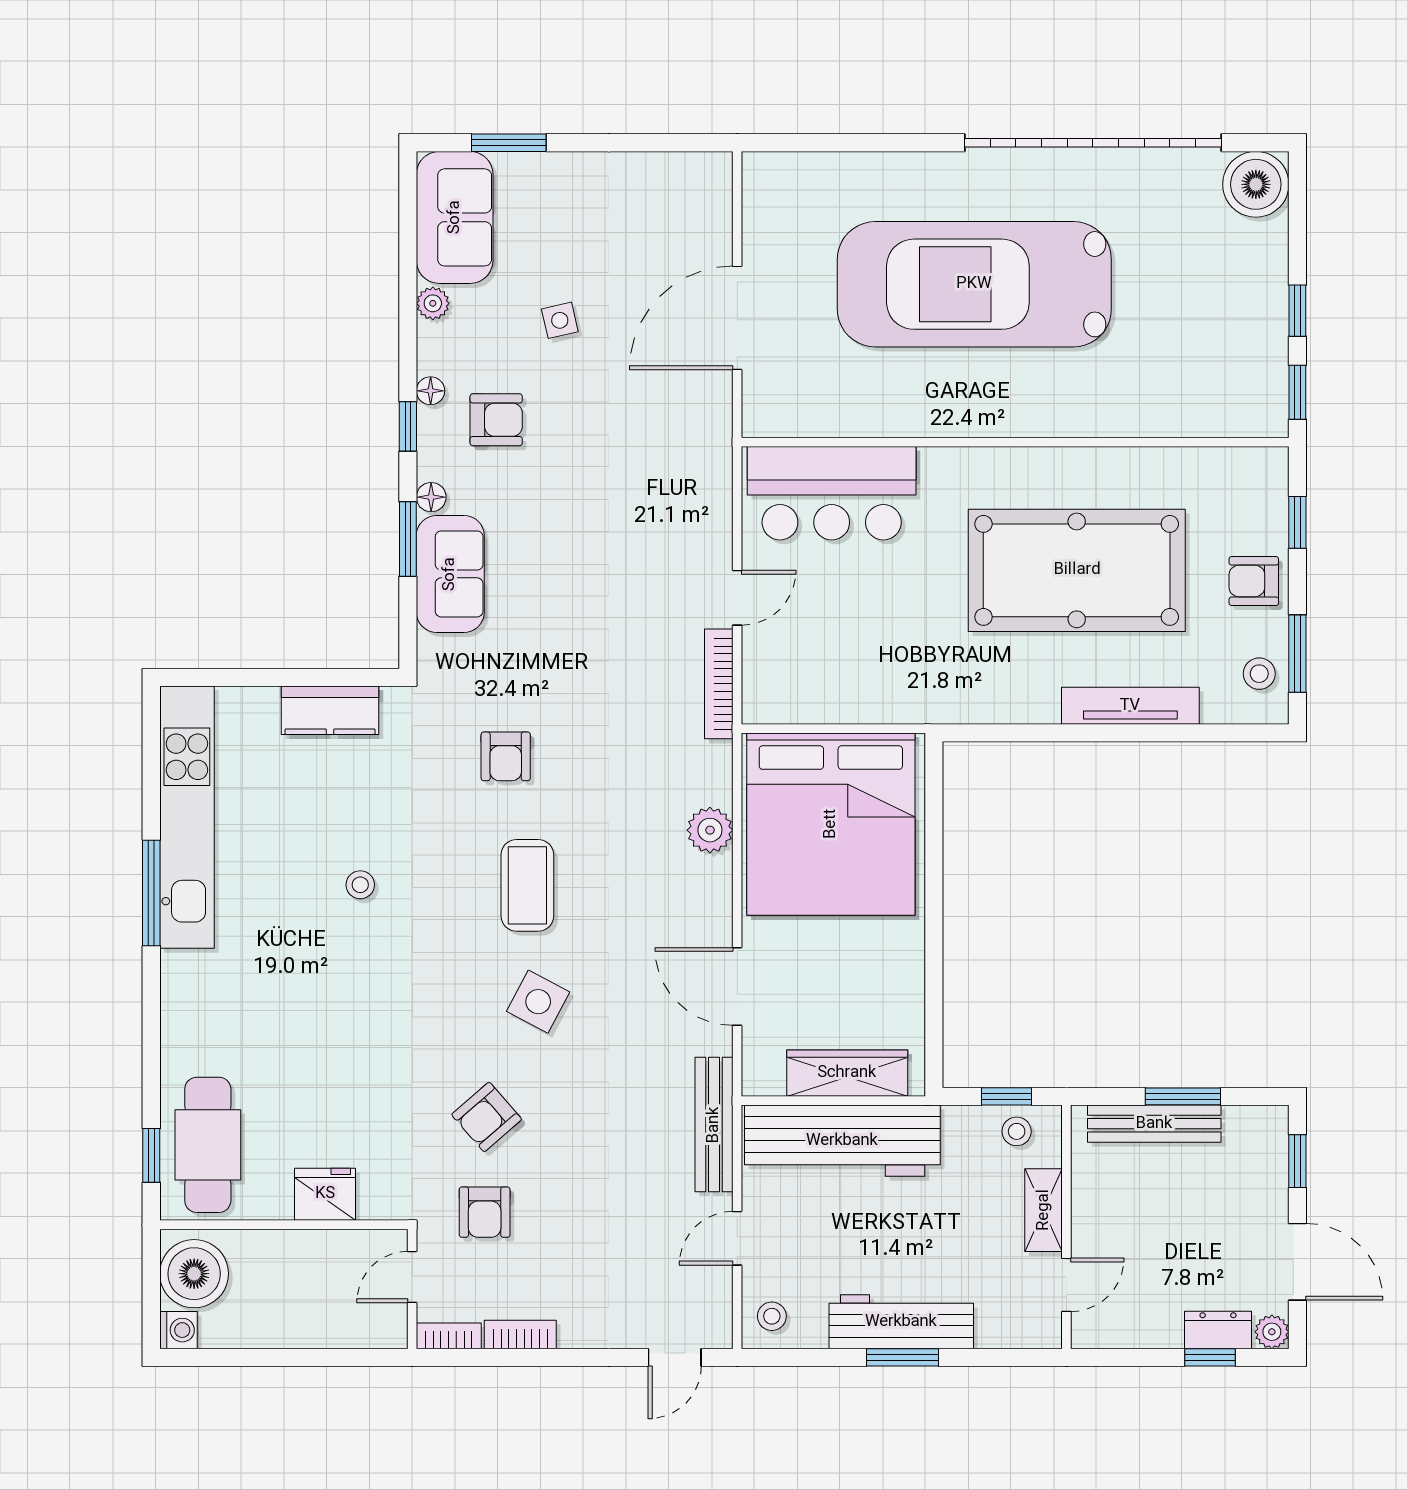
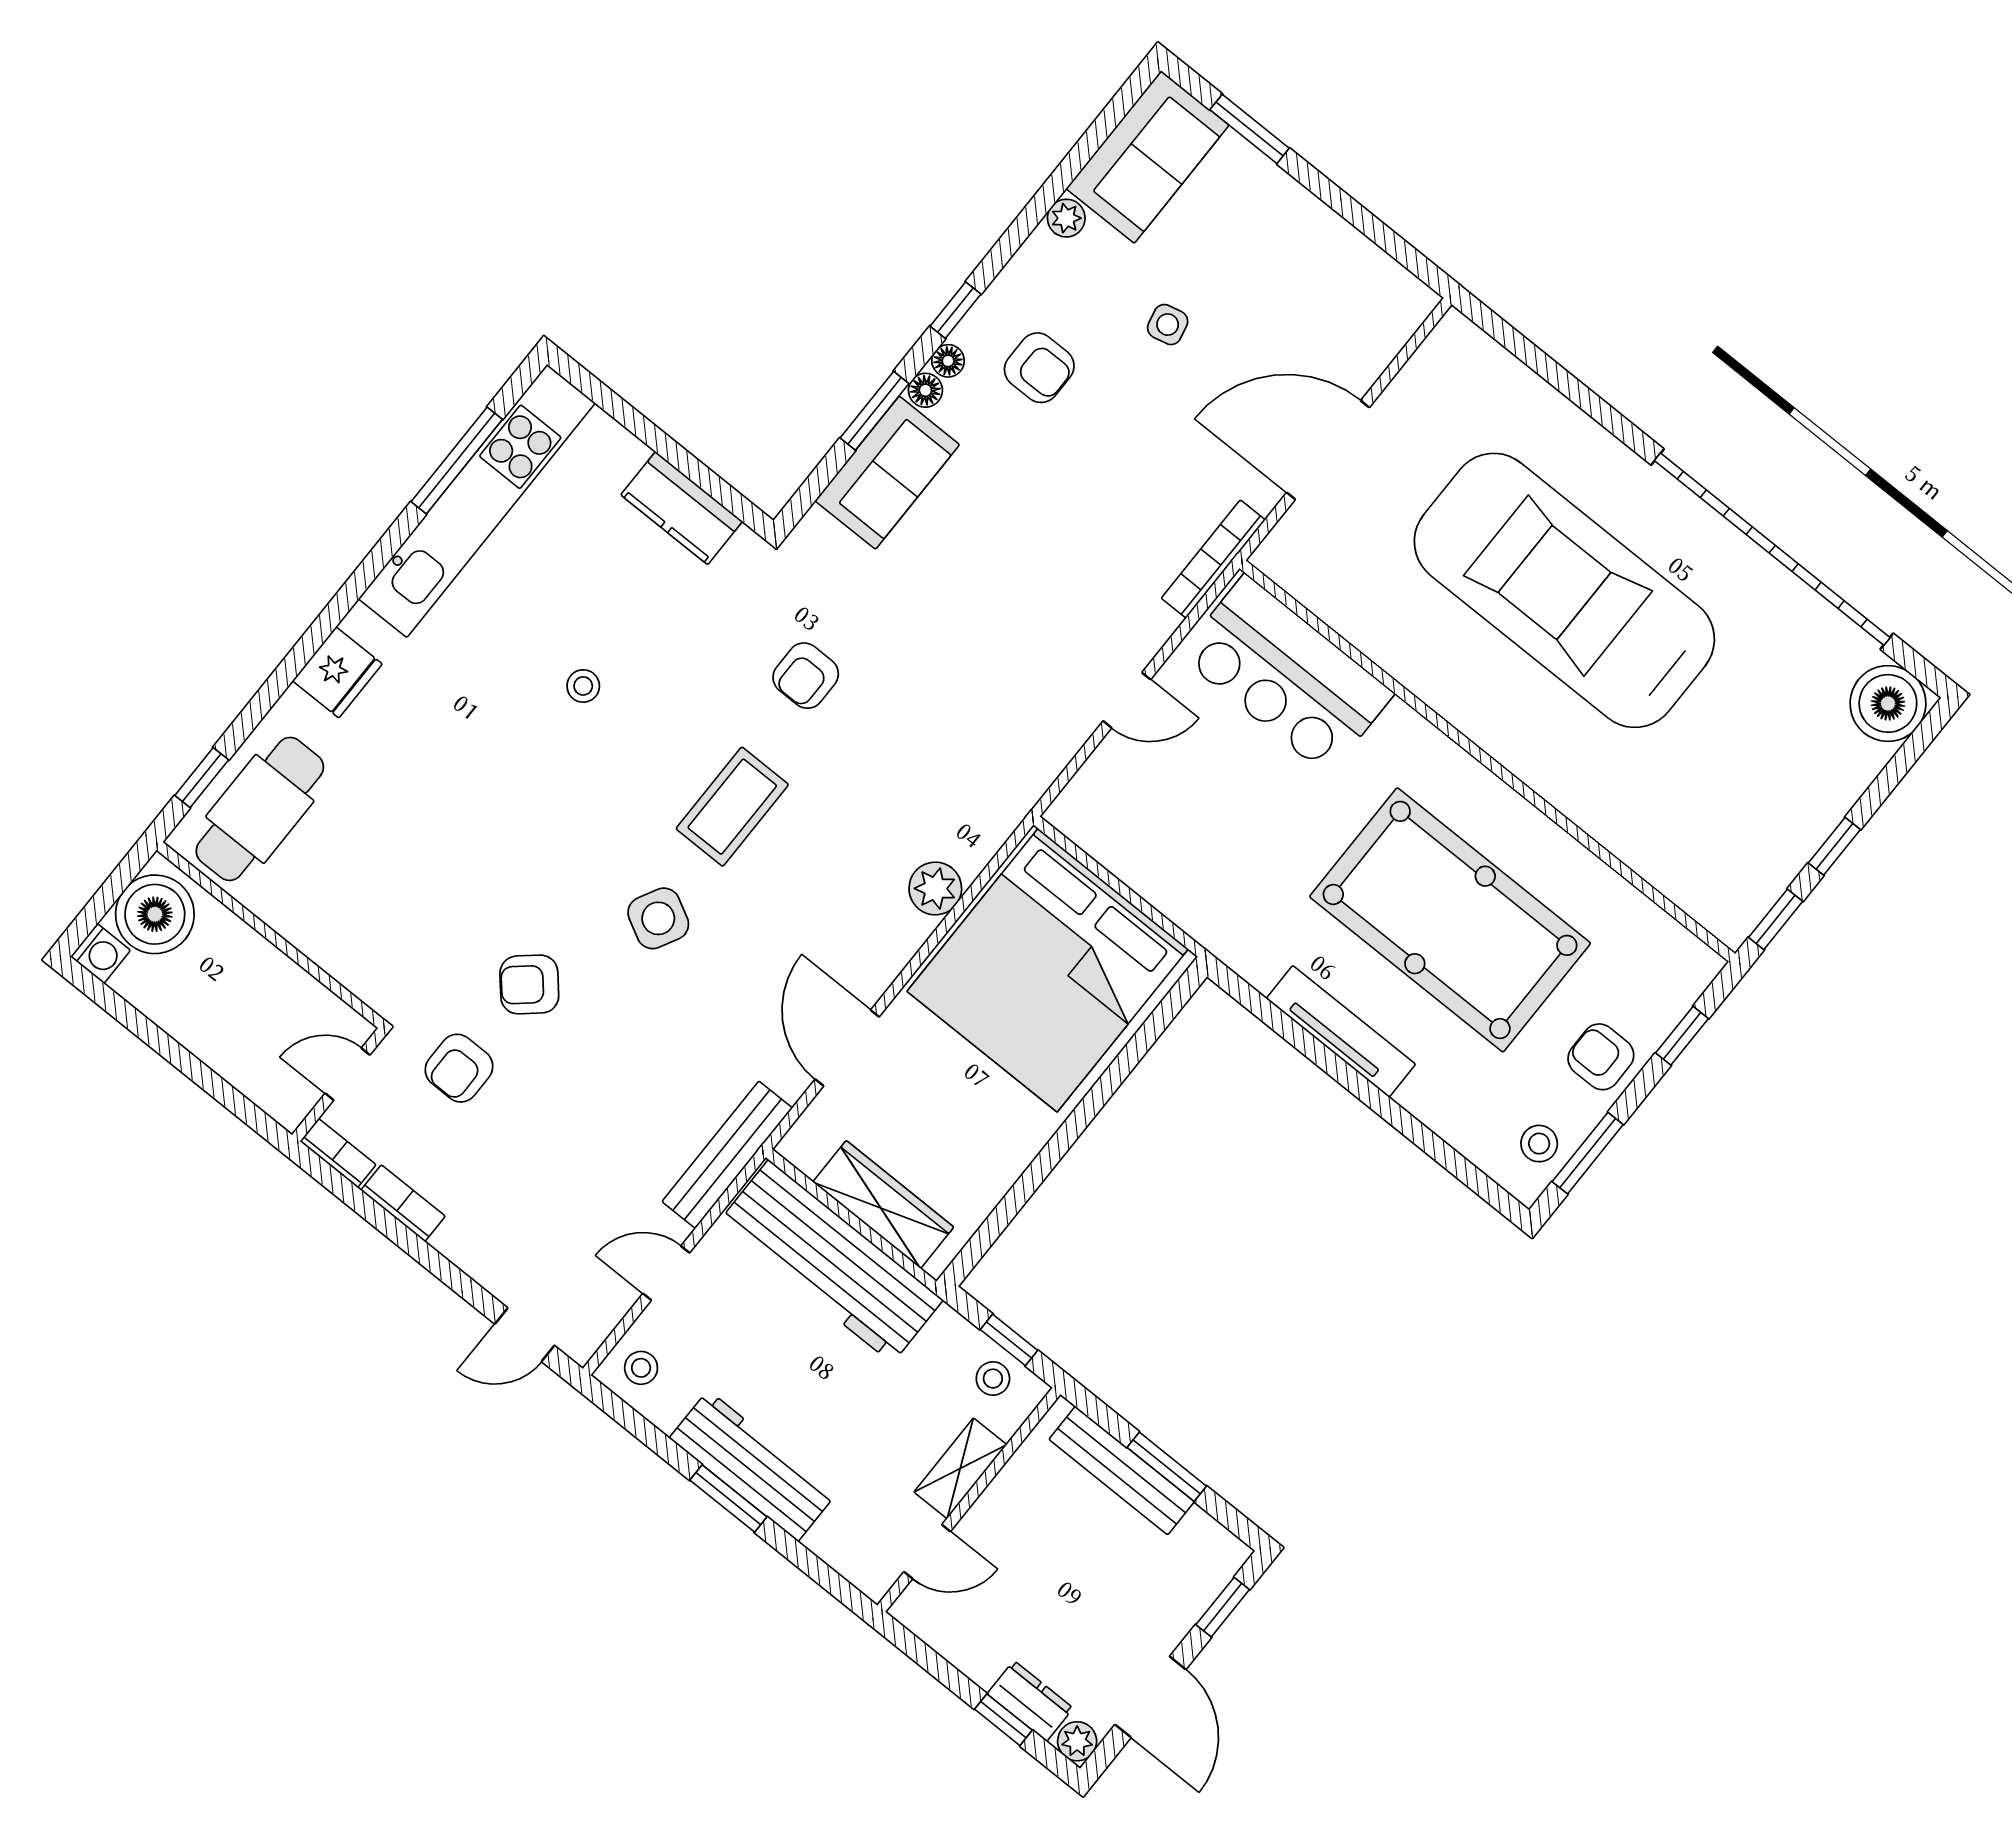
floor lamp: (431, 391) -> (948, 361), moved
bookcase: (719, 684) -> (1213, 559), moved
tv unit: (1130, 706) -> (1341, 1031), moved
window: (151, 893) -> (457, 461), moved
fridge: (325, 1194) -> (337, 672), moved, turned 90

